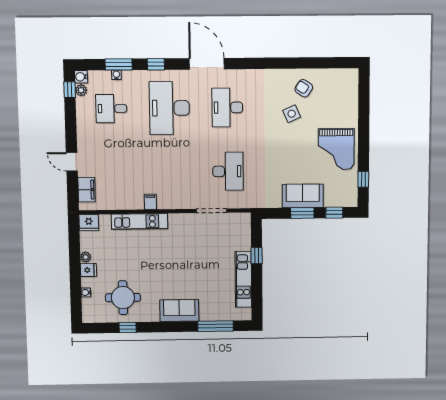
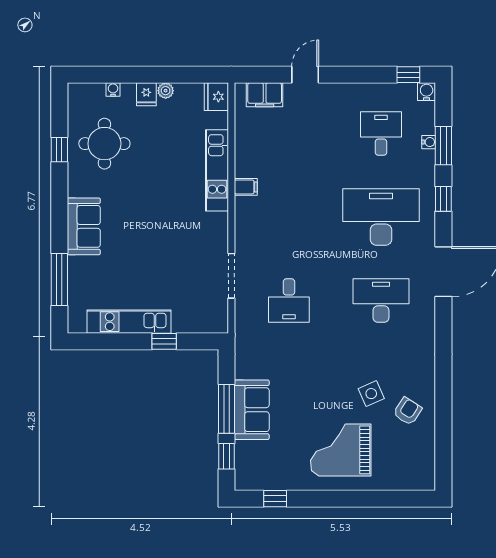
plant: (81, 90) -> (408, 91), removed
grand piano: (336, 149) -> (341, 450), moved
desk: (228, 171) -> (289, 300), width x0.73
window: (302, 213) -> (226, 409), width x1.44

